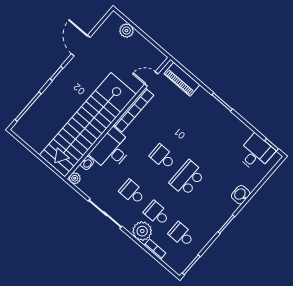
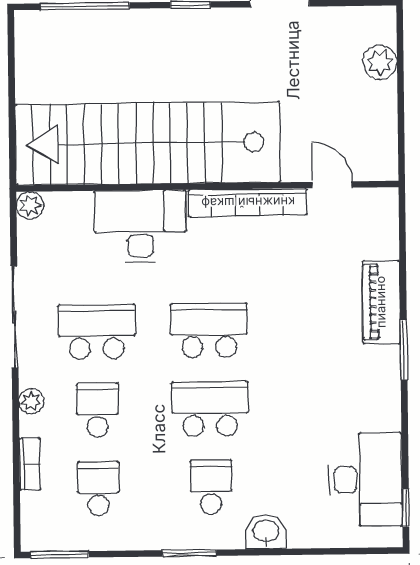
piano: (182, 79) -> (381, 302), moved
desk: (256, 153) -> (365, 479), width x1.37
school desk: (163, 157) -> (209, 330), width x1.85
washbasin: (87, 163) -> (77, 203), removed
school desk: (132, 192) -> (97, 332), width x1.85
school desk: (212, 199) -> (211, 487), added
plant: (142, 231) -> (31, 401), width x0.53, depth x0.53

